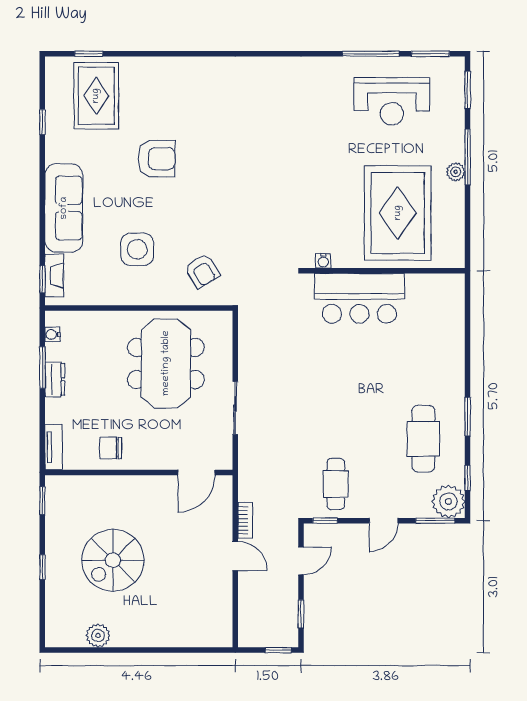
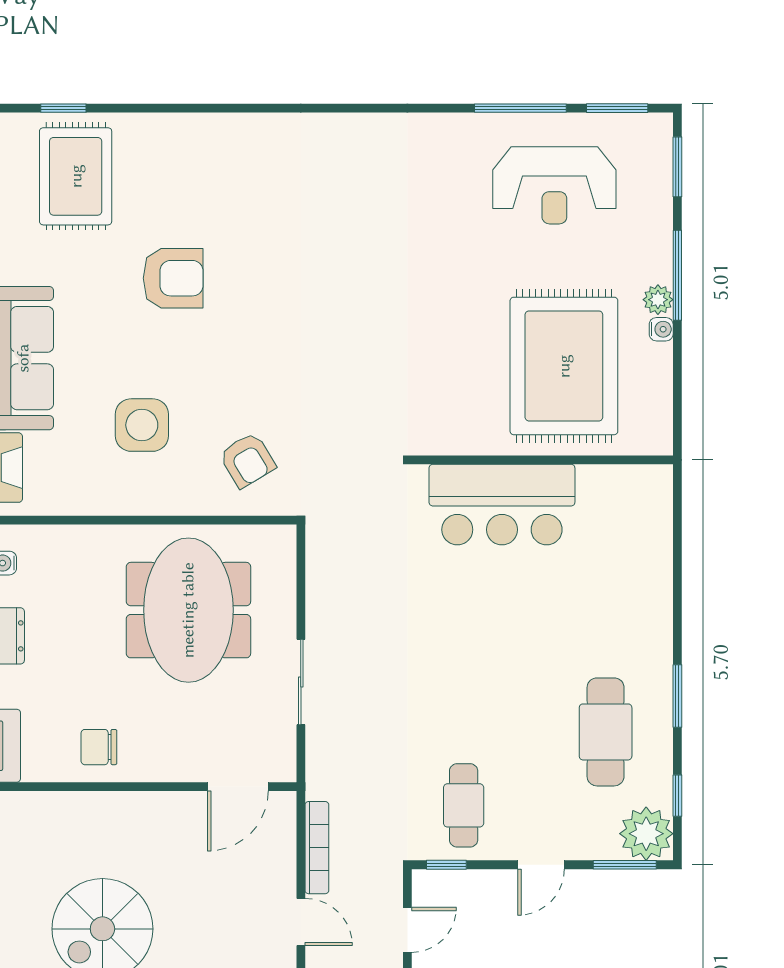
water cooler: (323, 261) -> (661, 329), moved, turned -90
bookcase: (245, 520) -> (317, 848), width x1.56

